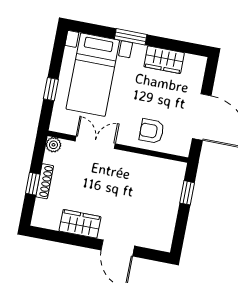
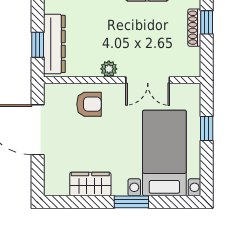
plant: (53, 145) -> (109, 69), moved
dresser: (172, 191) -> (54, 44), added

